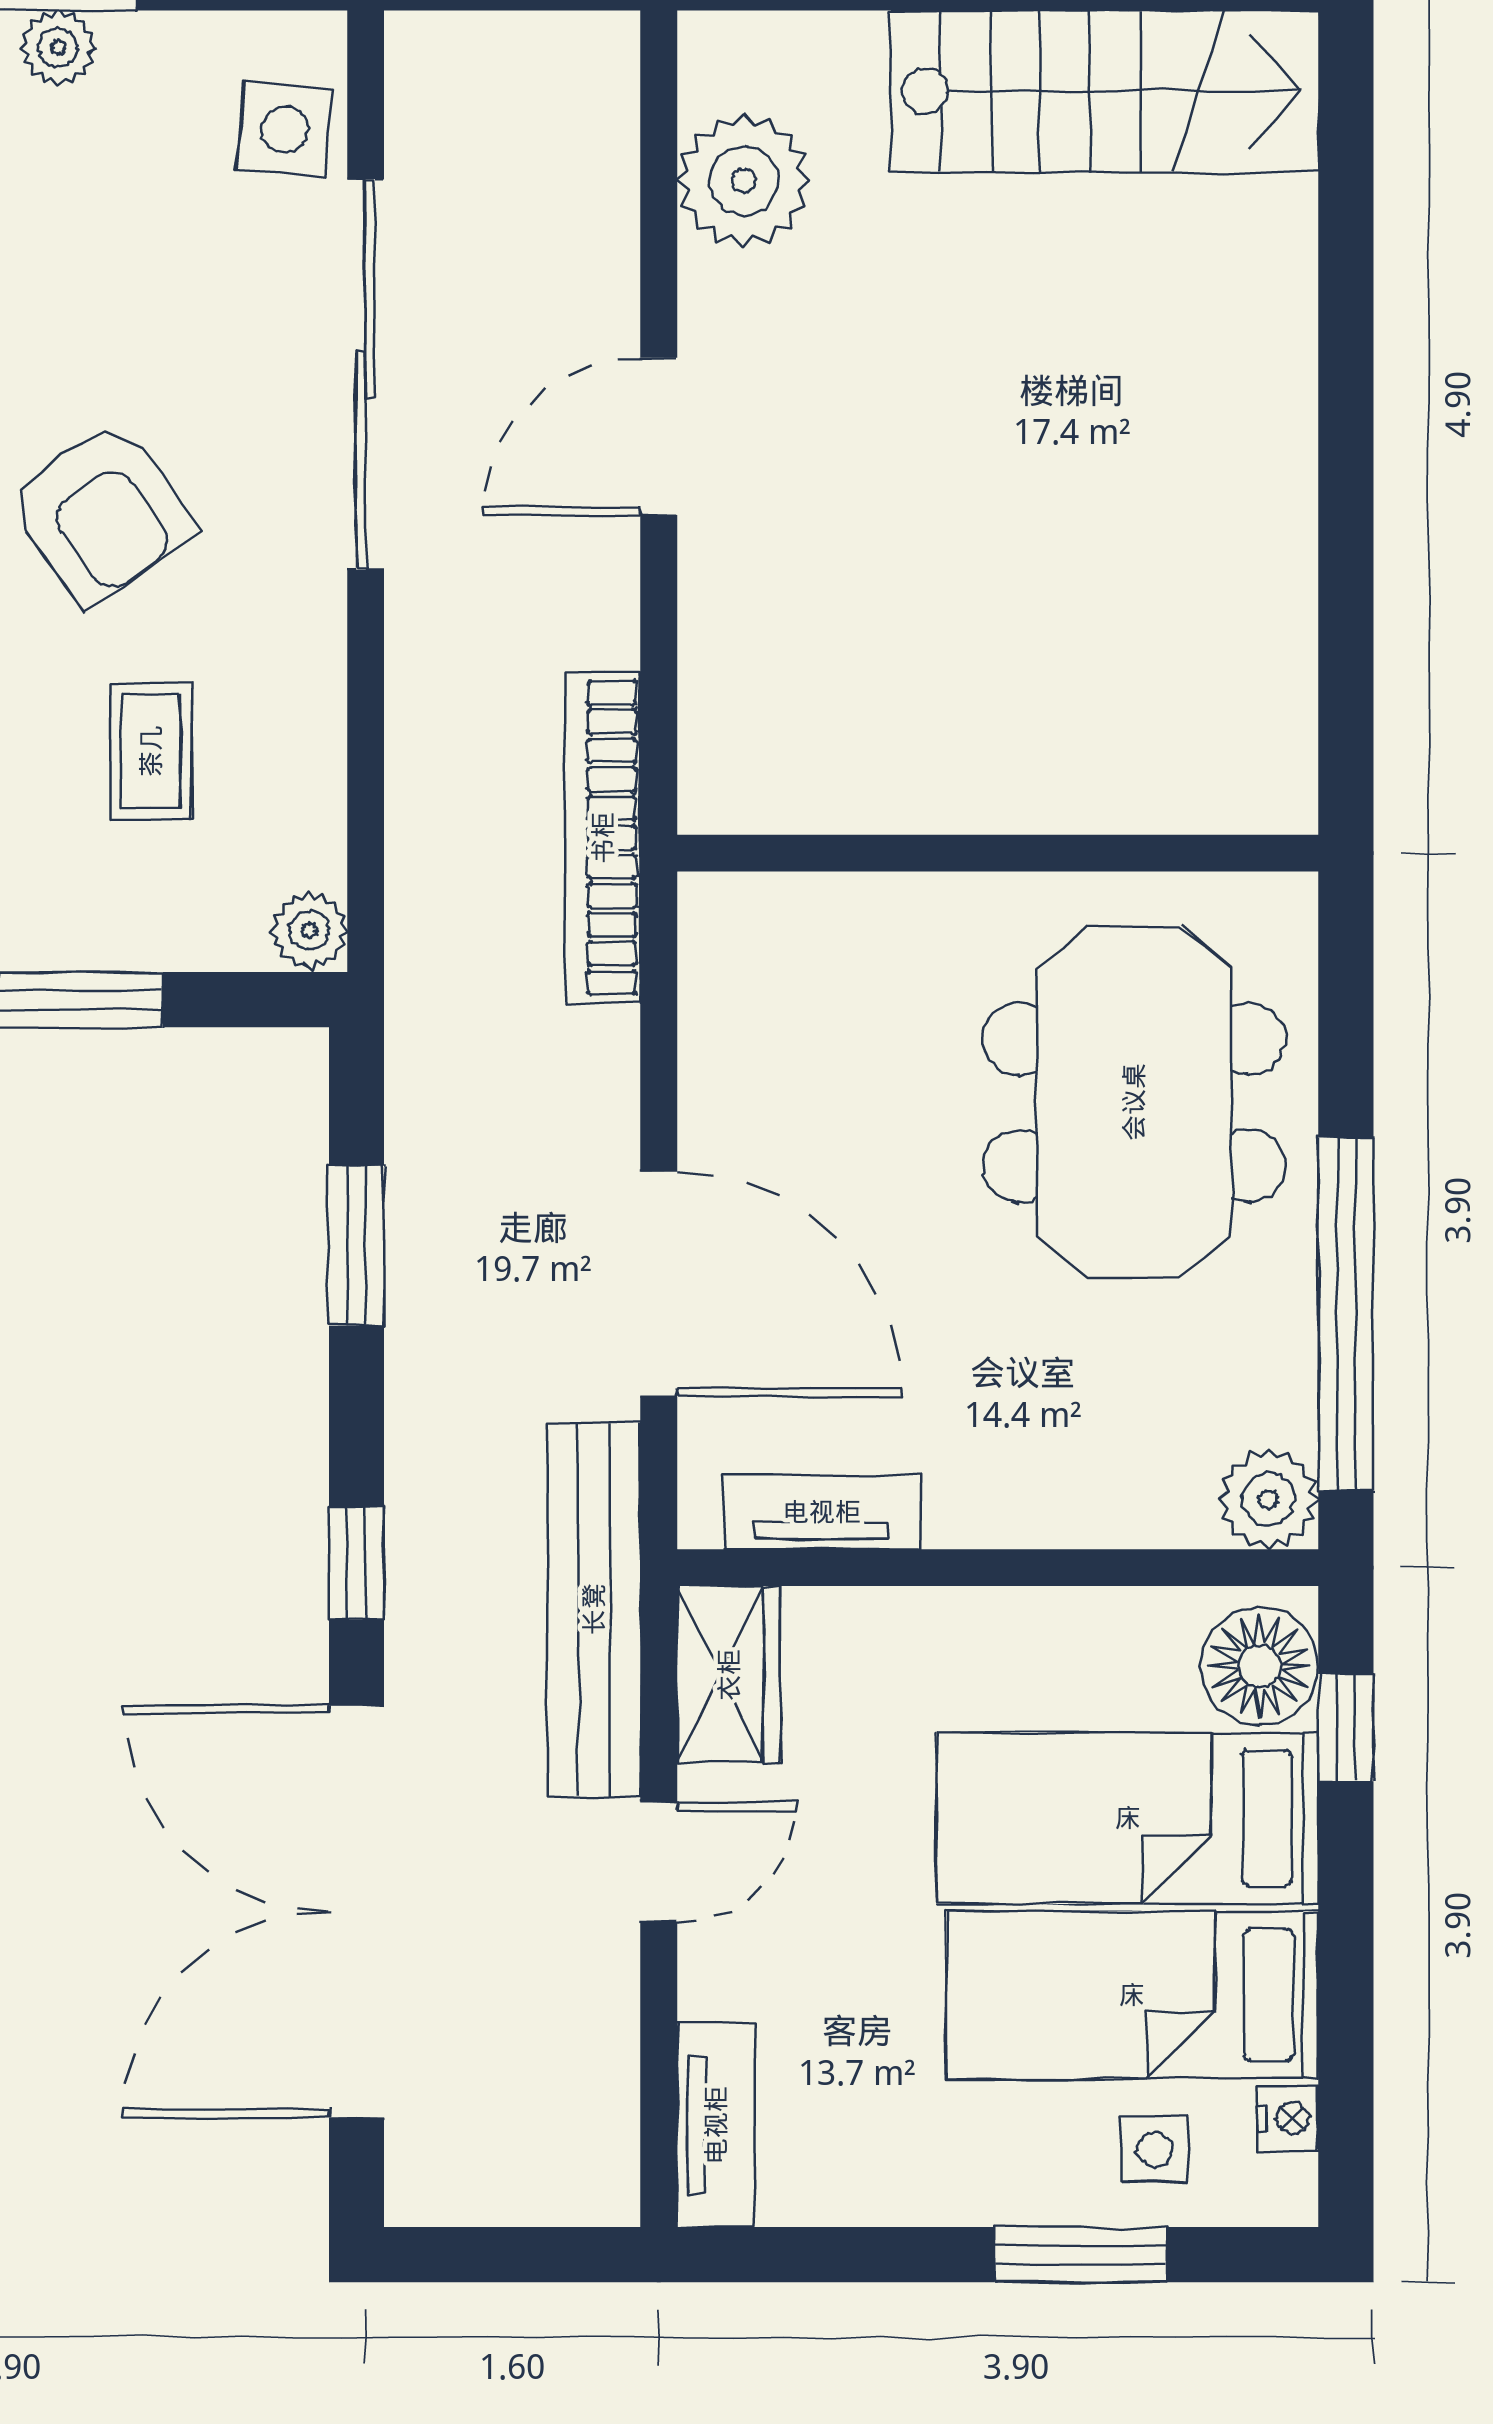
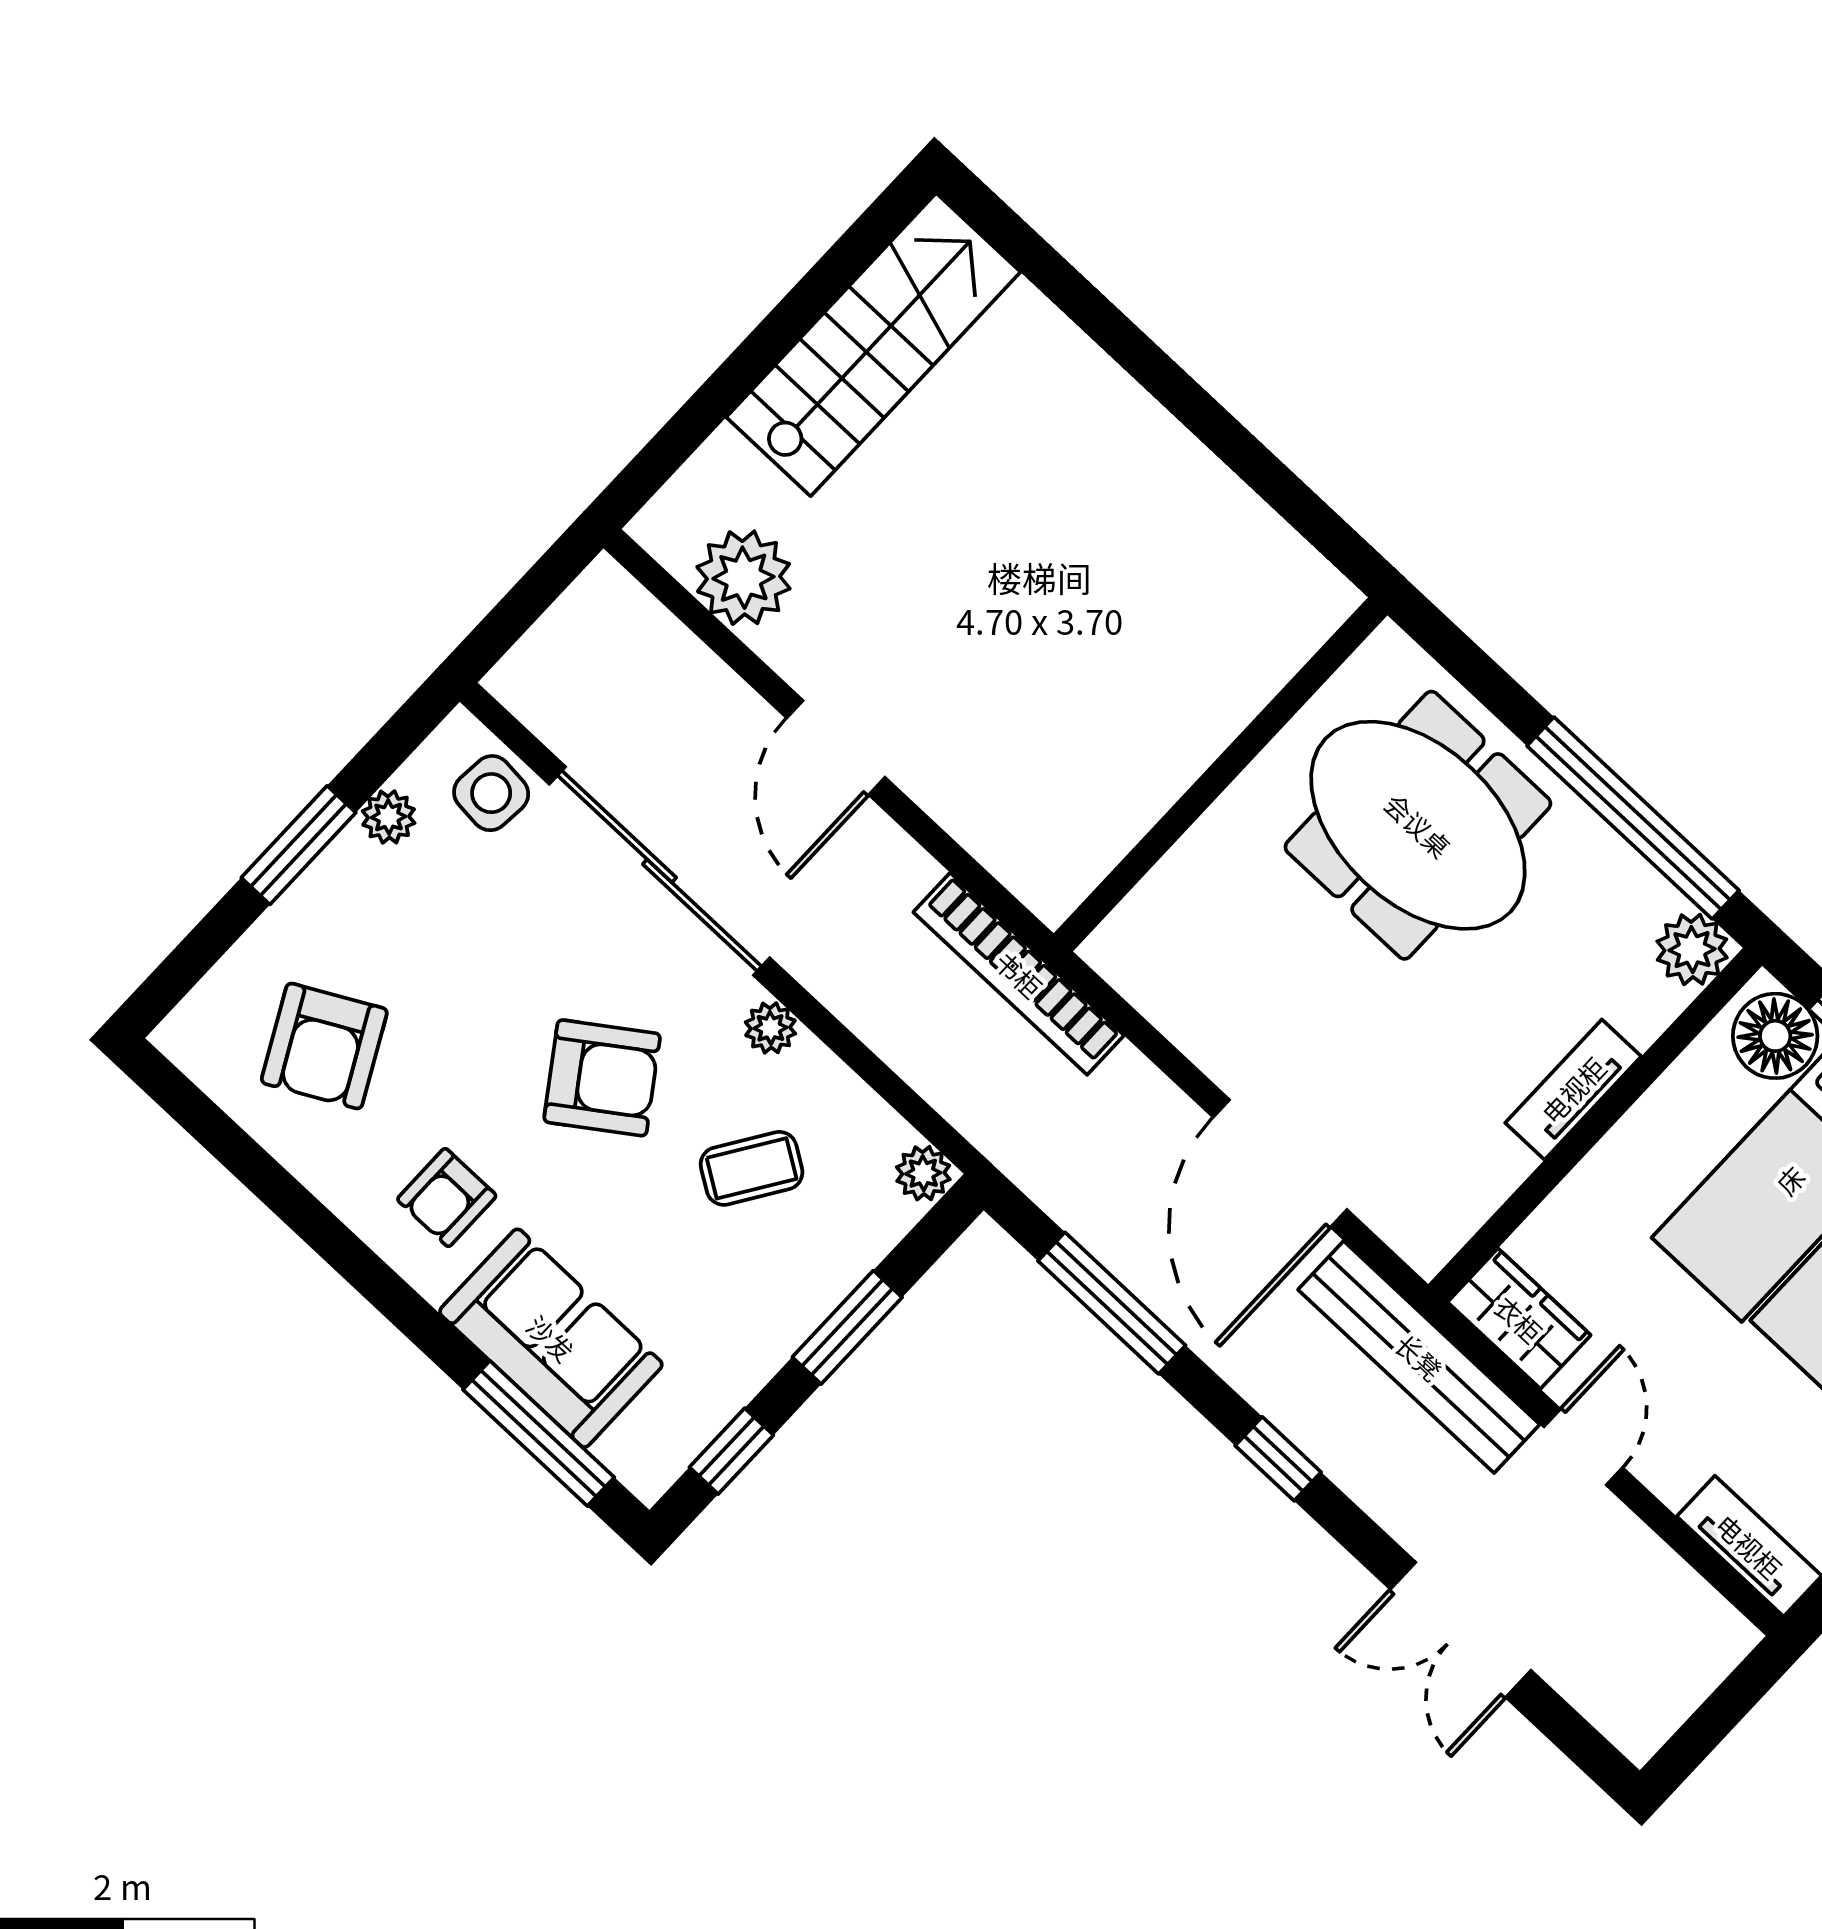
plant: (58, 48) -> (389, 817), moved
plant: (312, 637) -> (770, 1028), added
coffee table: (151, 751) -> (752, 1168), turned -57
window: (356, 1246) -> (1112, 1303), width x1.44
door: (659, 1284) -> (1280, 1163), swing flipped
tv unit: (822, 1512) -> (1573, 1090), moved
double door: (356, 1911) -> (1461, 1630), width x0.54

